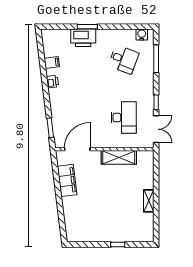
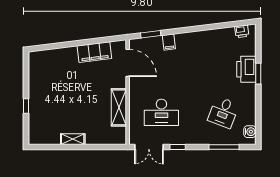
filing cabinet: (52, 62) -> (169, 42), moved
printer: (52, 82) -> (242, 31), moved

